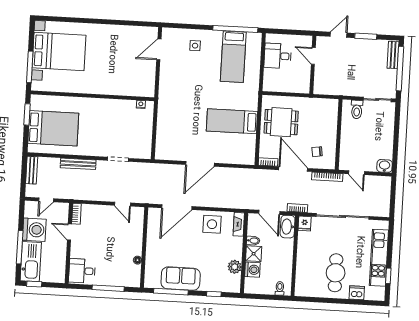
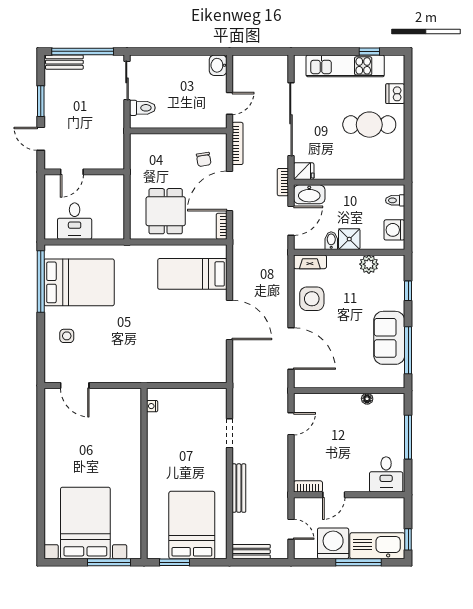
bed: (233, 57) -> (79, 282), width x1.50
bed: (232, 121) -> (192, 274), moved, turned 90
washing machine: (252, 270) -> (394, 230), moved, turned -90

